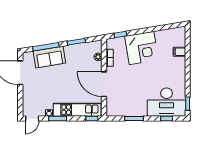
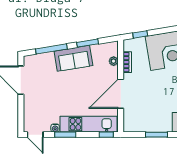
sofa: (49, 57) -> (73, 58), moved
door: (104, 84) -> (121, 94), hinge flipped
door: (32, 119) -> (35, 135), hinge flipped

